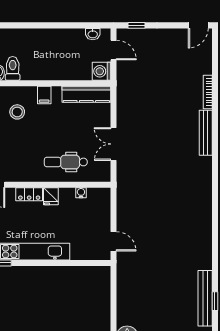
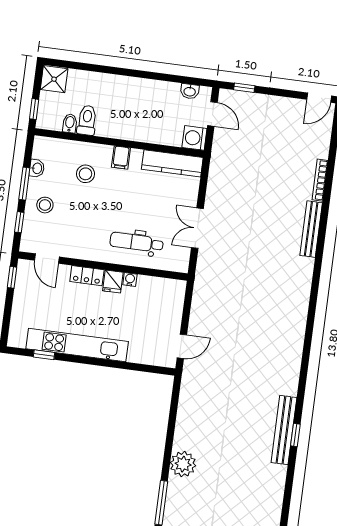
water cooler: (81, 193) -> (130, 279), moved
door: (114, 241) -> (182, 346), hinge flipped

